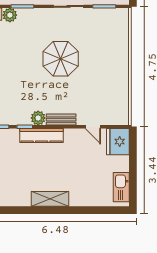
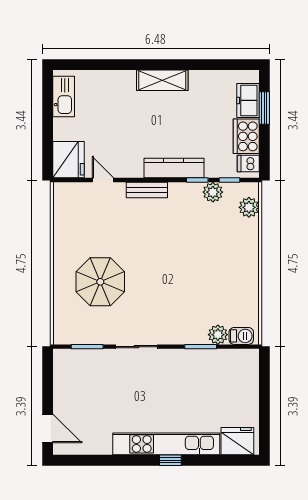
parasol: (61, 59) -> (100, 282), moved
plant: (38, 118) -> (213, 192), moved

